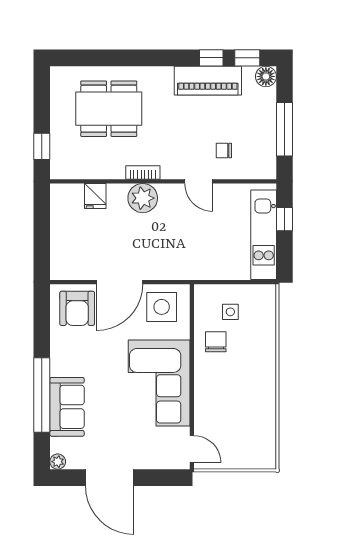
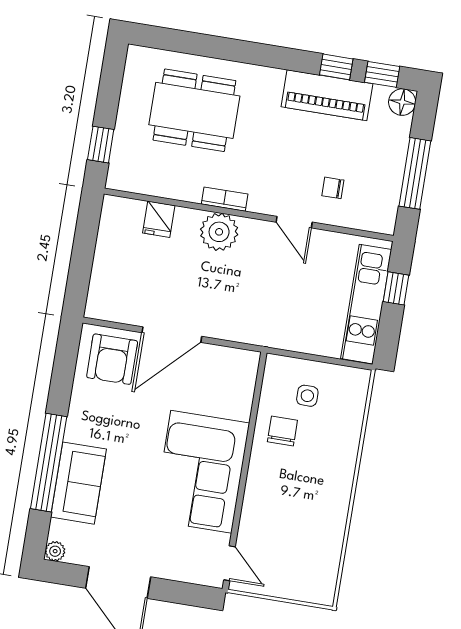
side table: (162, 307) -> (220, 375), removed

